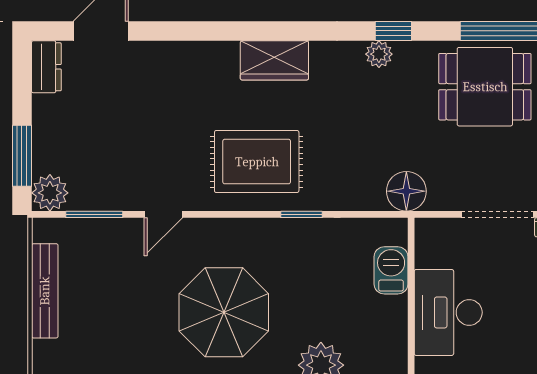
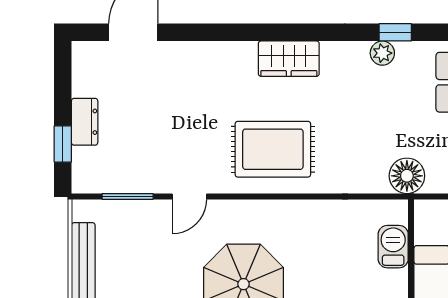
dresser: (46, 67) -> (85, 122), moved
window: (22, 156) -> (63, 144), width x0.67
plant: (50, 193) -> (88, 177), removed
window: (301, 214) -> (313, 196), removed

